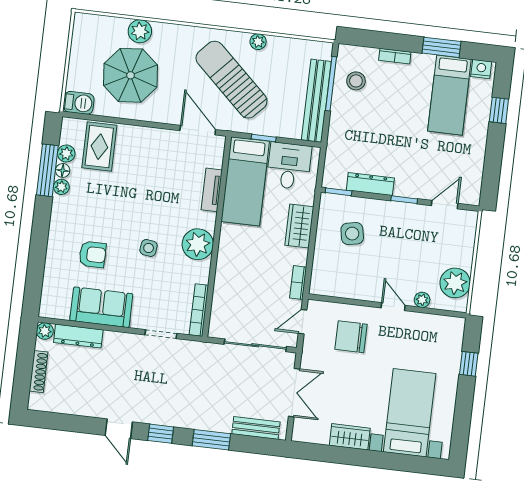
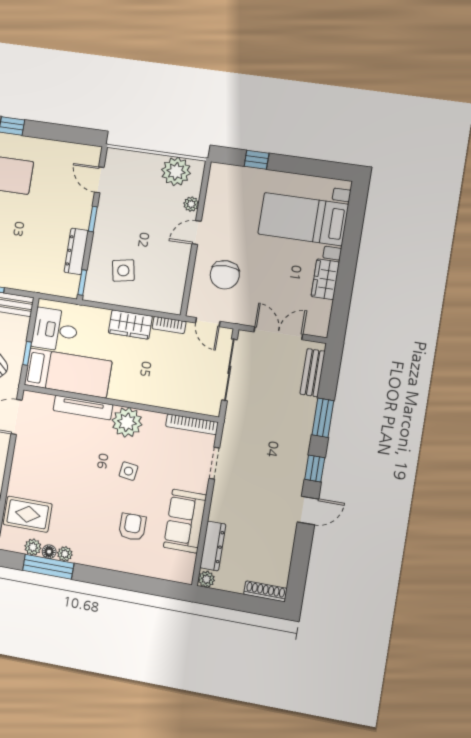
tv unit: (212, 190) -> (83, 408), width x1.41
wardrobe: (299, 226) -> (130, 324), moved
shoe rack: (39, 372) -> (265, 591), moved

